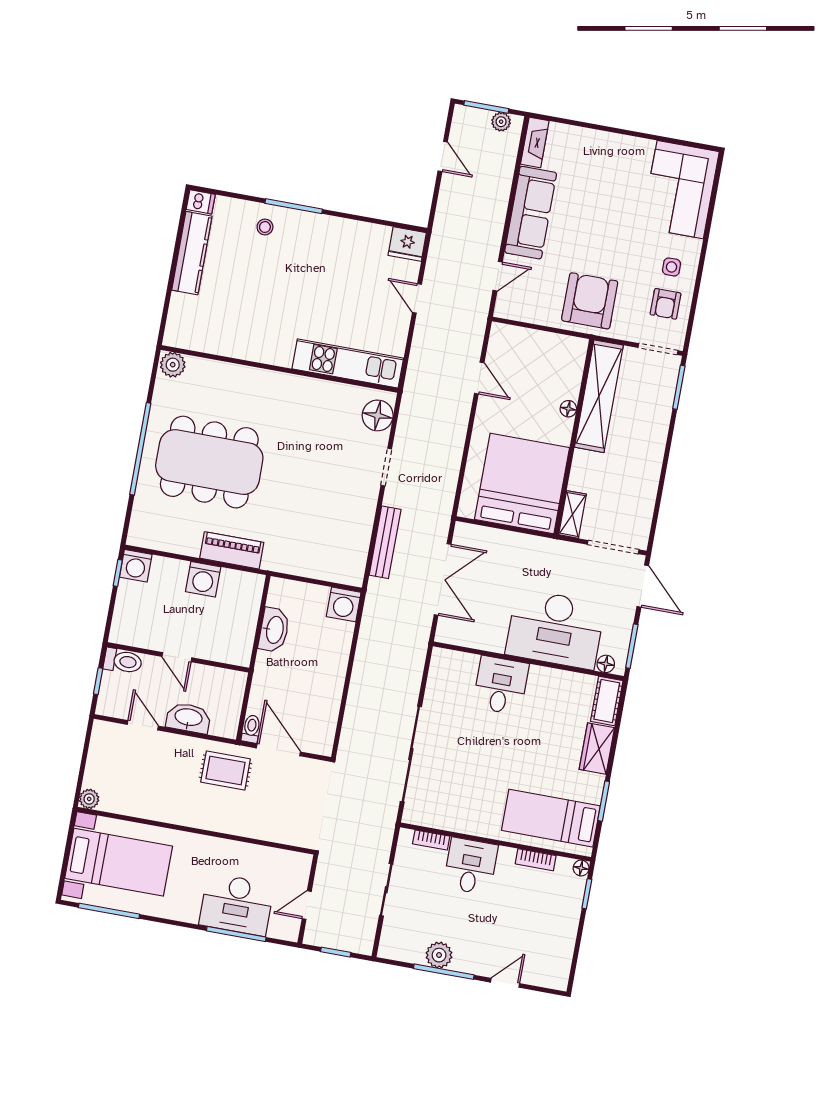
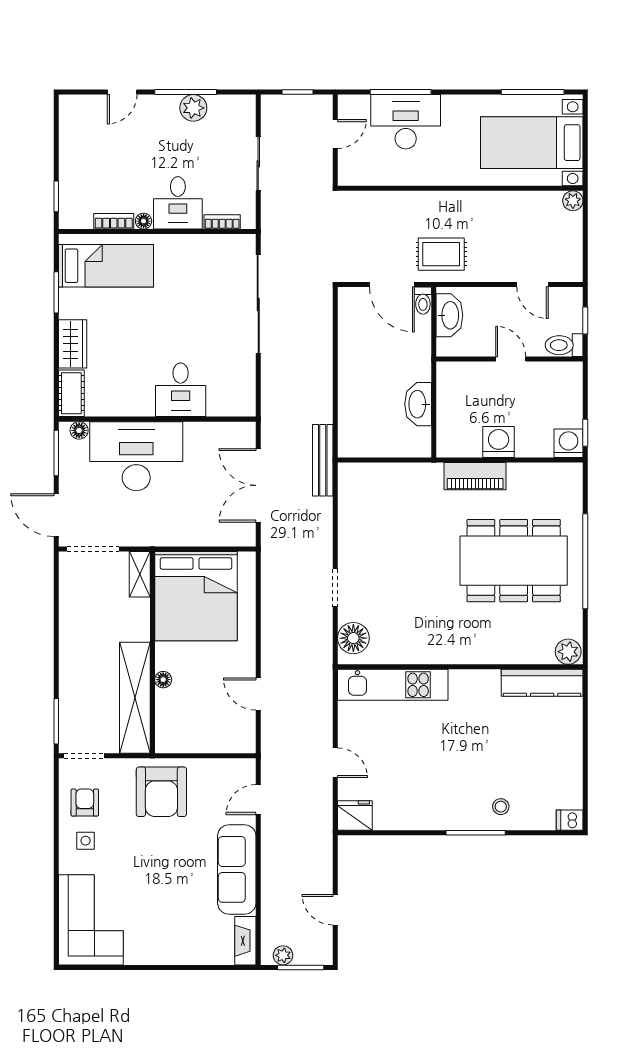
kitchen counter: (192, 253) -> (542, 683), moved, turned -90
bench: (385, 542) -> (323, 460), moved
washing machine: (344, 604) -> (353, 442), removed
washbasin: (188, 718) -> (449, 315), moved, turned -90
floor lamp: (581, 868) -> (144, 221), moved

